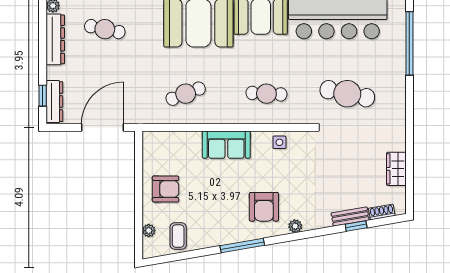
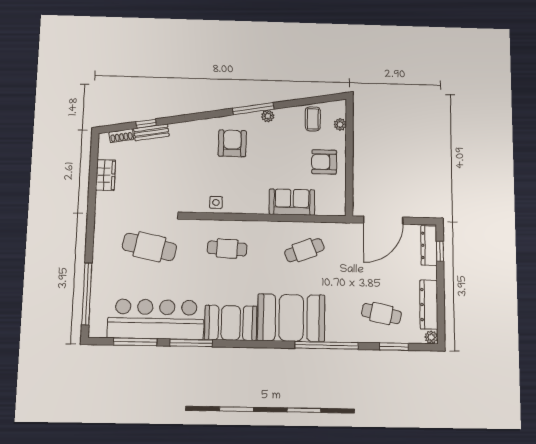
sofa: (226, 145) -> (292, 202), moved
plant: (295, 226) -> (268, 116), moved

